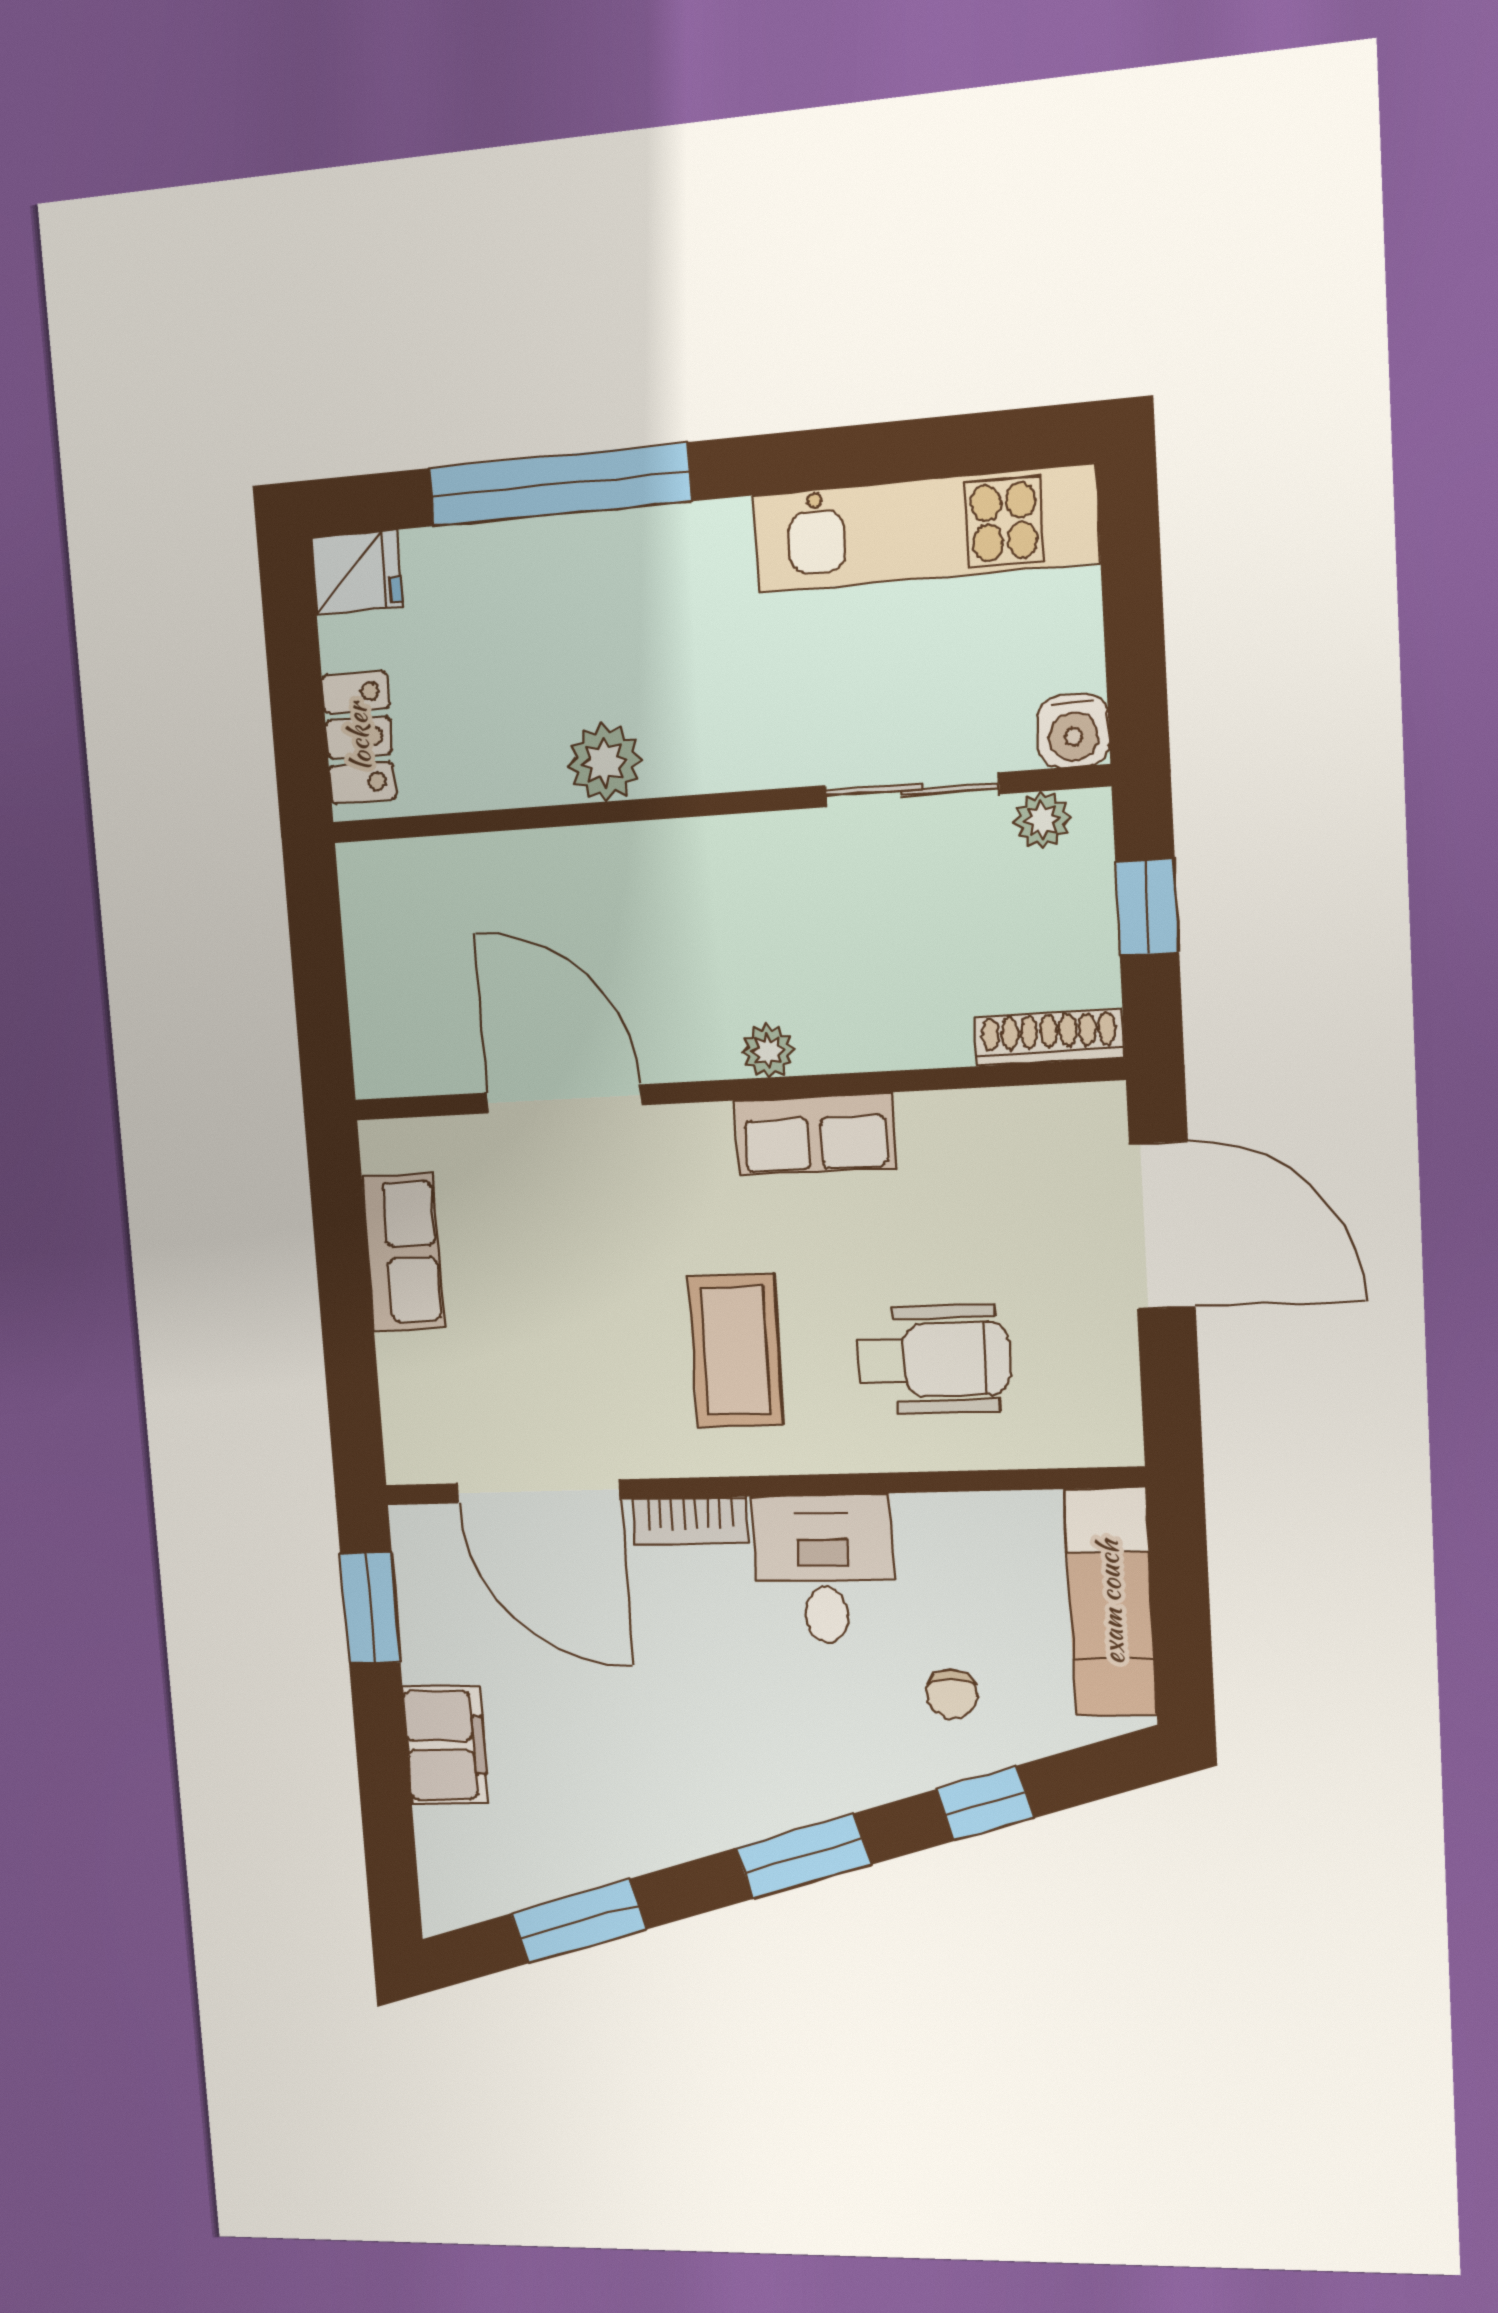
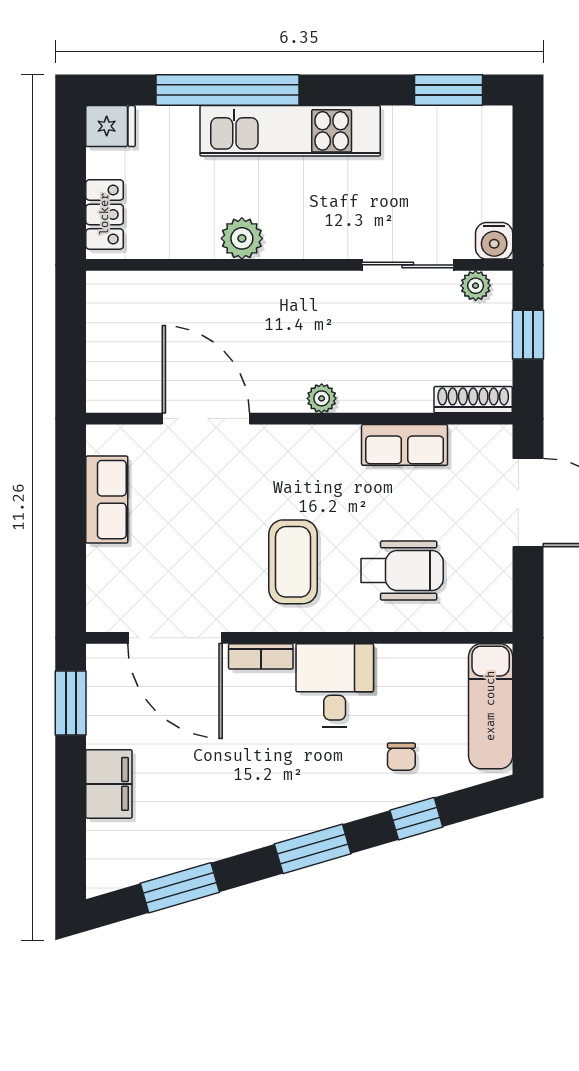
window: (970, 444) -> (449, 90), added
kitchen unit: (925, 529) -> (290, 131), moved
row of seats: (815, 1134) -> (405, 445), moved

